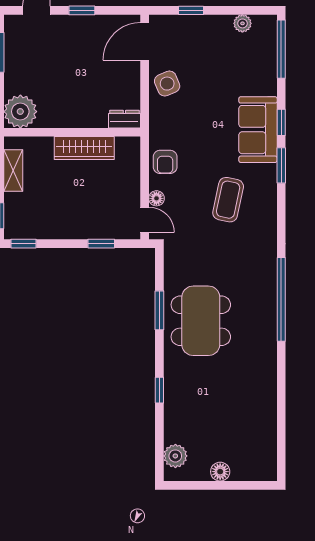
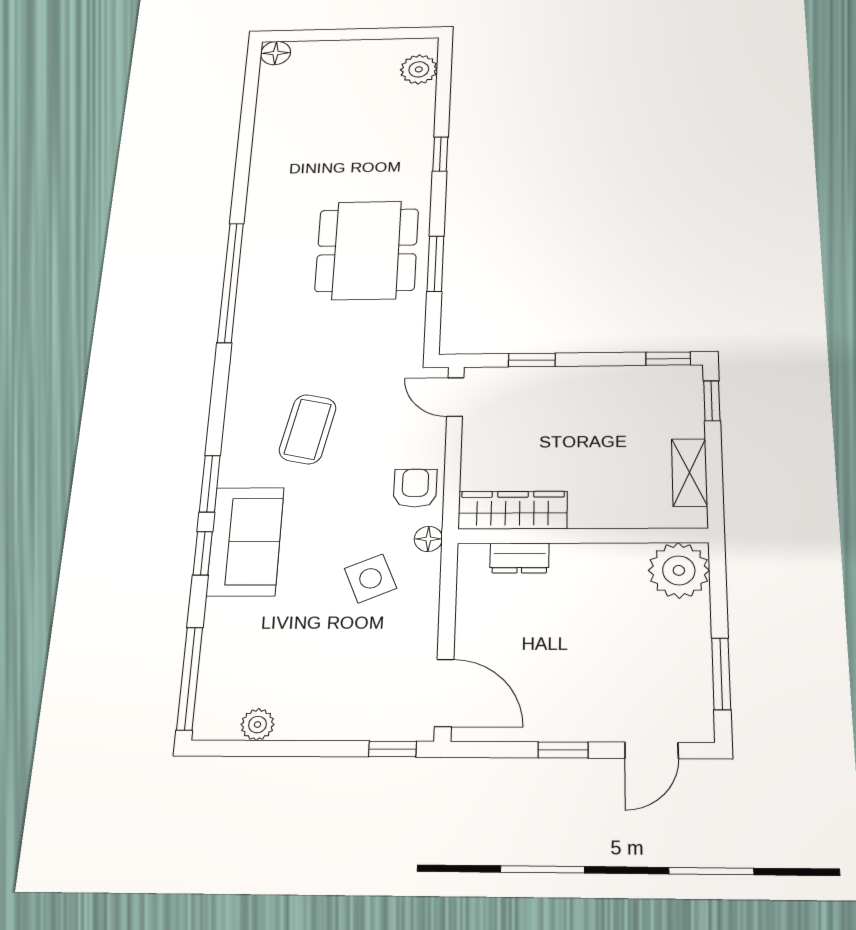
window: (191, 10) -> (393, 749), moved
door: (145, 41) -> (444, 693), hinge flipped
side table: (167, 84) -> (370, 578), moved
dresser: (124, 119) -> (519, 558), moved
wardrobe: (84, 148) -> (513, 510), moved
floor lamp: (156, 198) -> (428, 539), moved
floor lamp: (220, 472) -> (276, 53), moved

